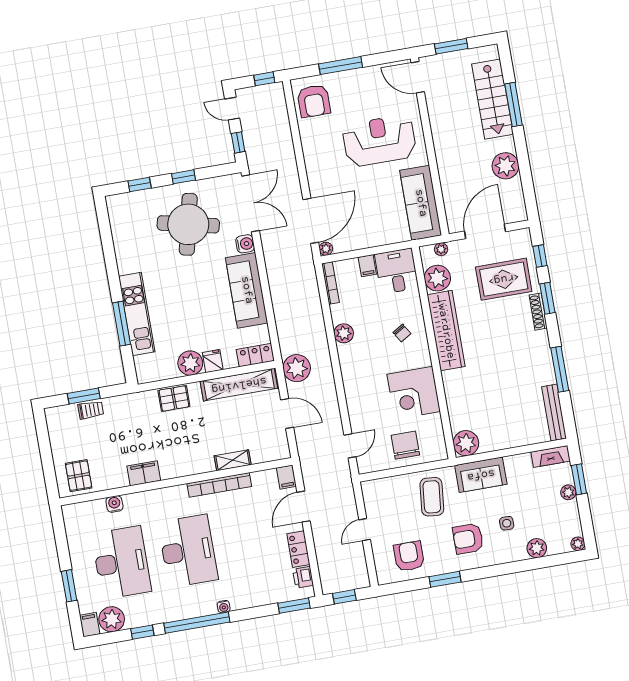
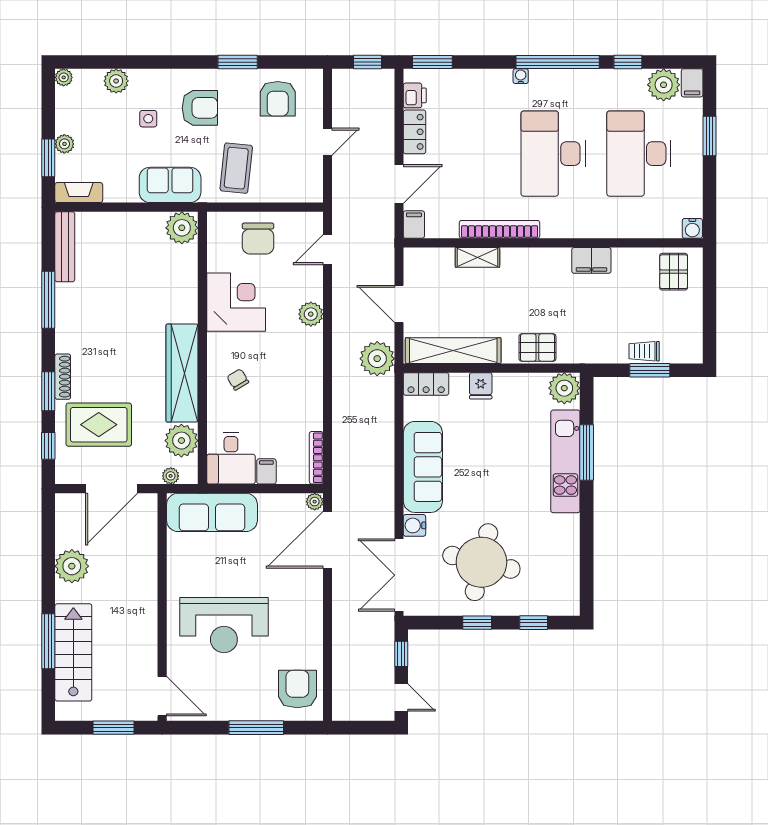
window: (264, 79) -> (355, 728), removed
sofa: (421, 203) -> (212, 512), moved, turned 90
plant: (344, 333) -> (311, 314), moved
plant: (190, 363) -> (564, 388), moved
water cooler: (114, 504) -> (692, 228), moved

